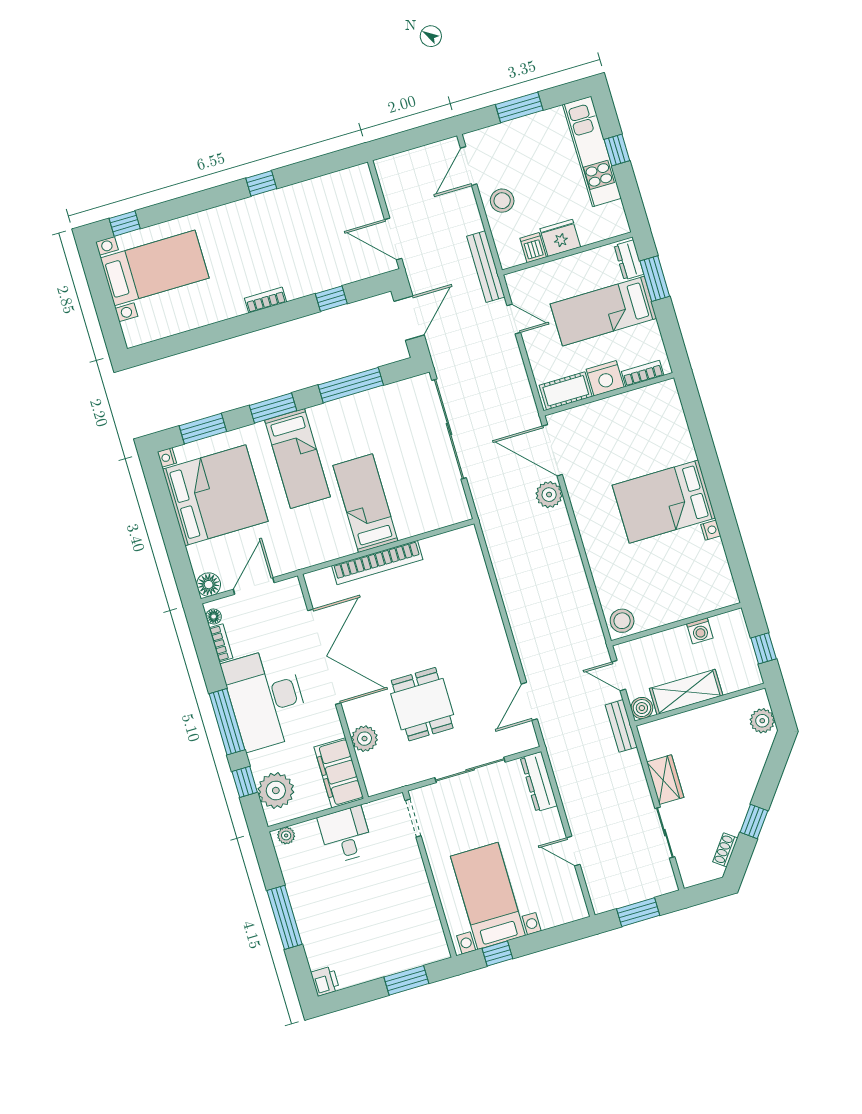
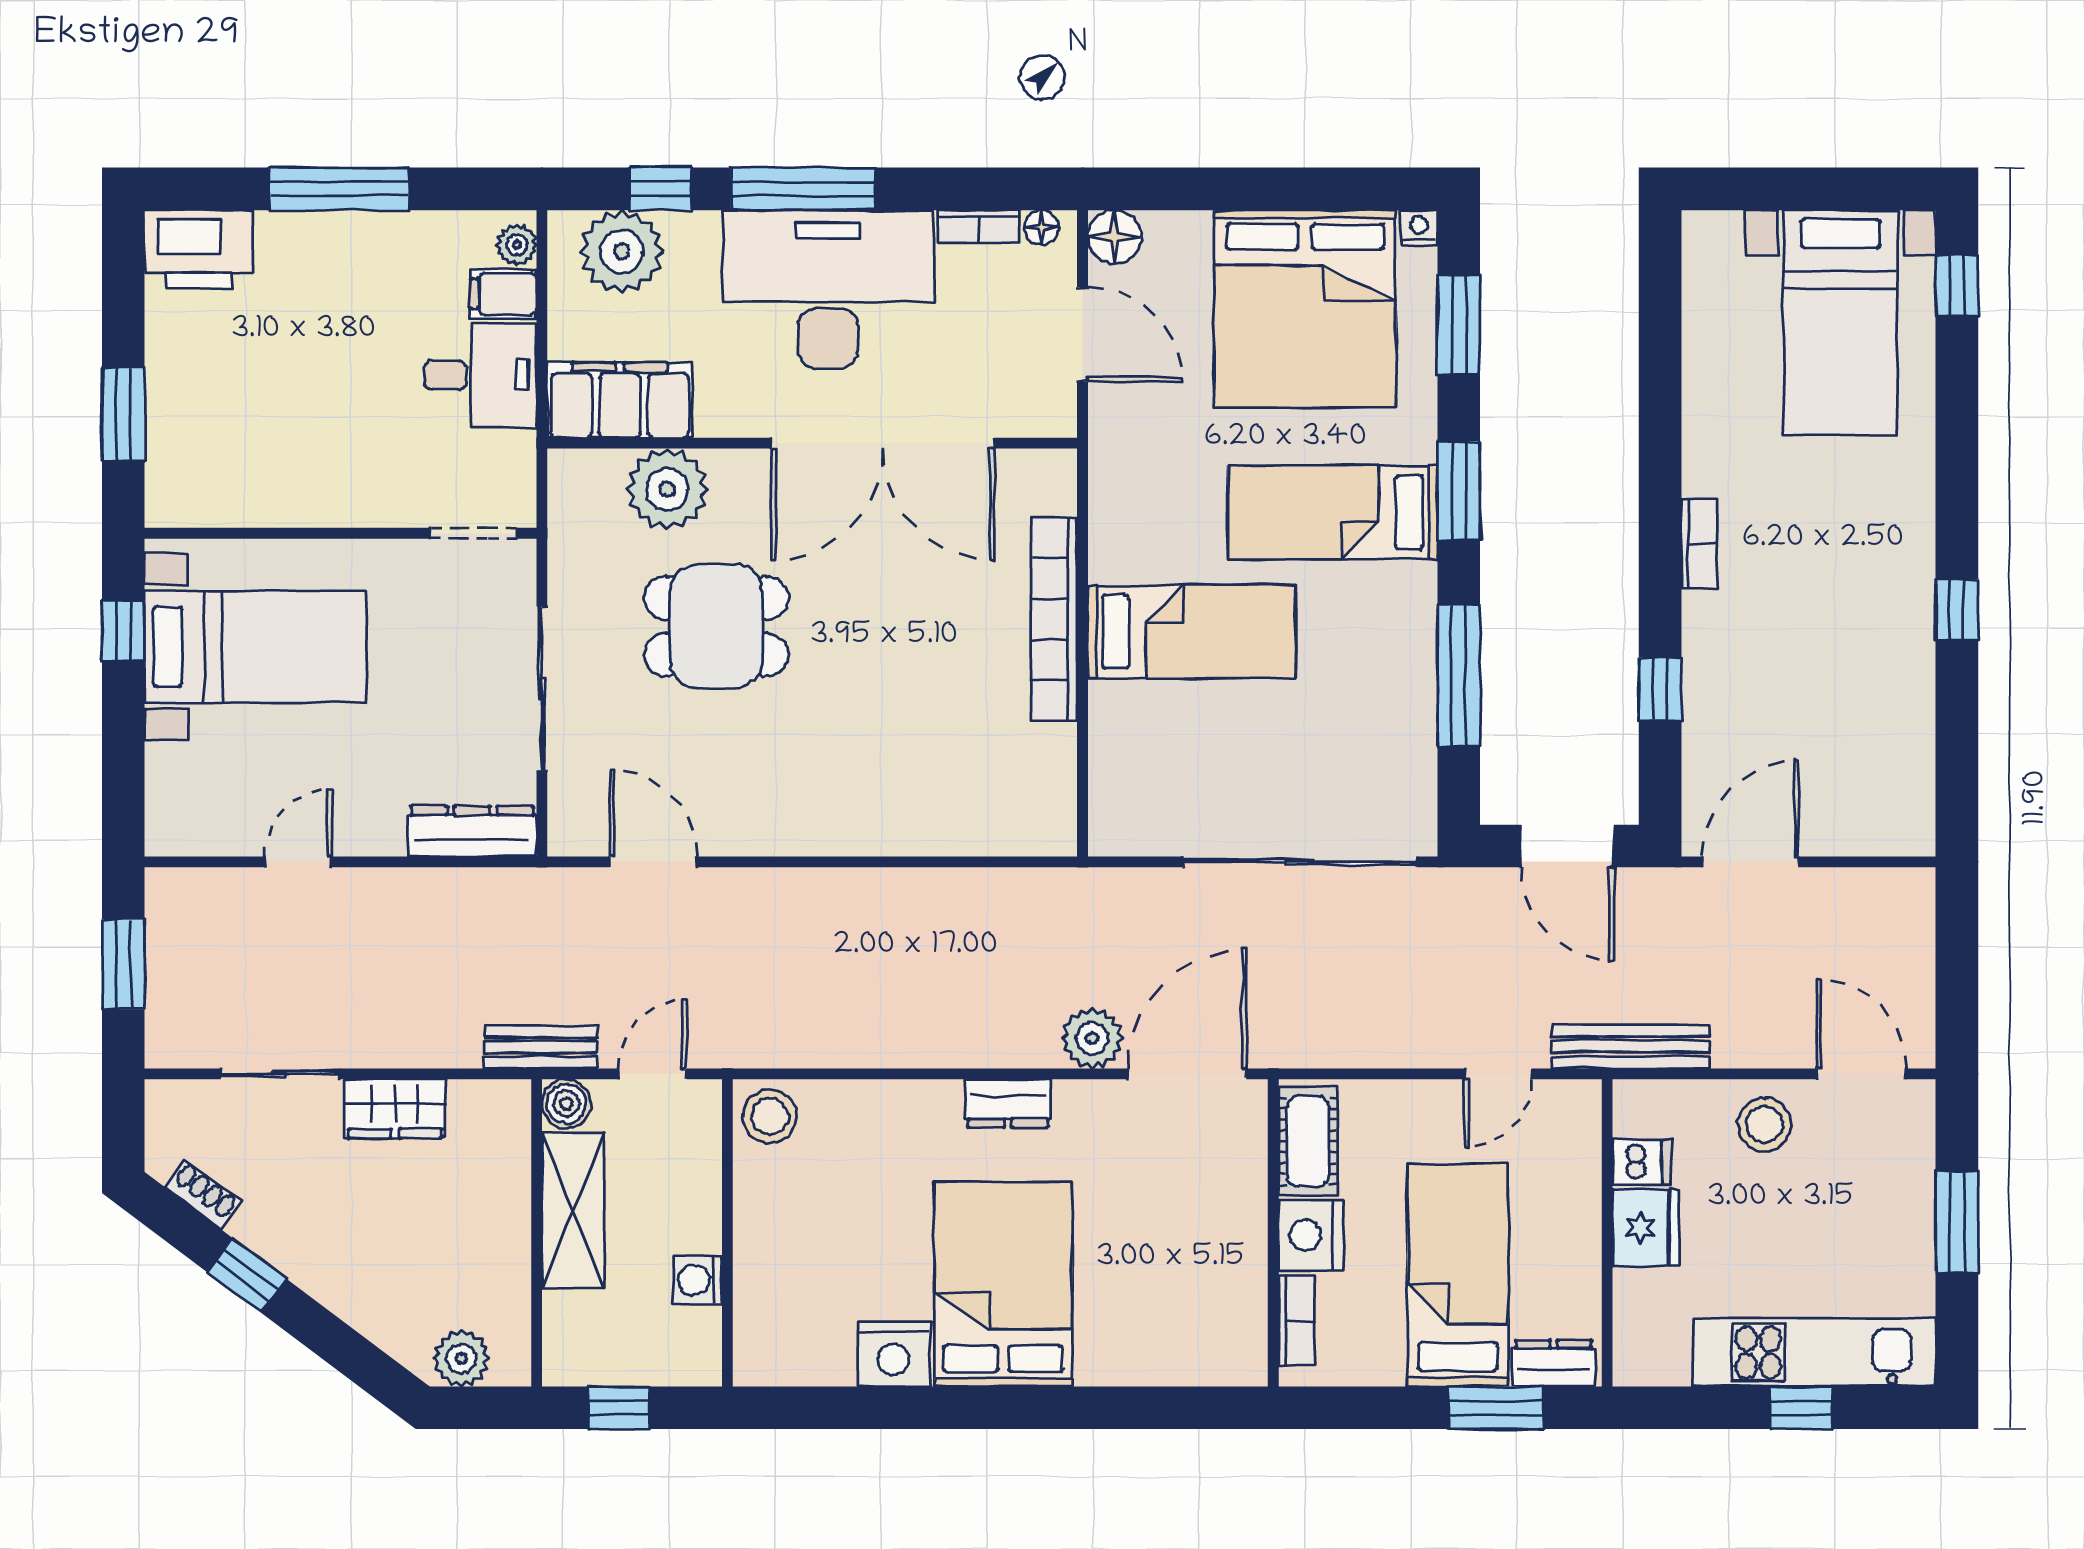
dresser: (587, 522) -> (1008, 1103), added
nightstand: (711, 530) -> (894, 1354), width x1.89, depth x1.79
plant: (365, 739) -> (667, 489), width x1.36, depth x1.36
filing cabinet: (308, 835) -> (503, 294), added
printer: (325, 981) -> (199, 249), width x1.87, depth x1.48

